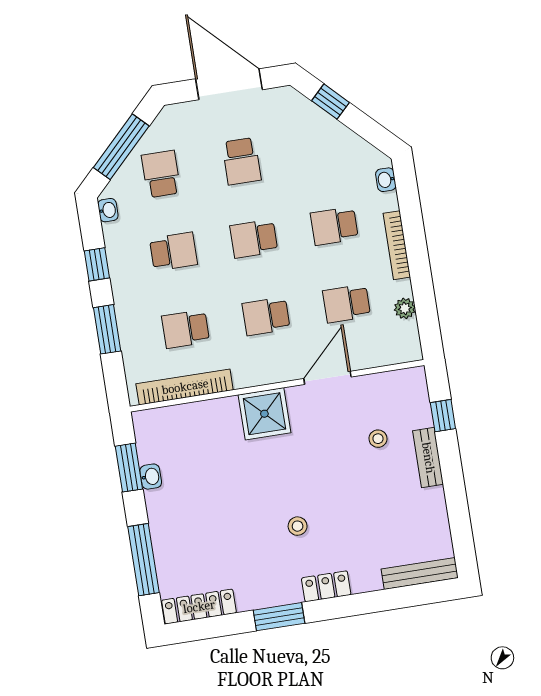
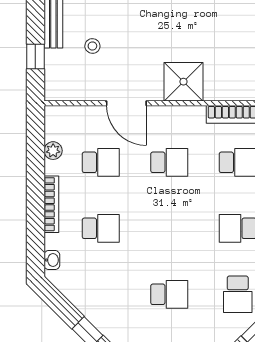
school desk: (242, 161) -> (169, 294), turned 90
school desk: (254, 239) -> (169, 228), removed
door: (327, 378) -> (126, 103), hinge flipped

